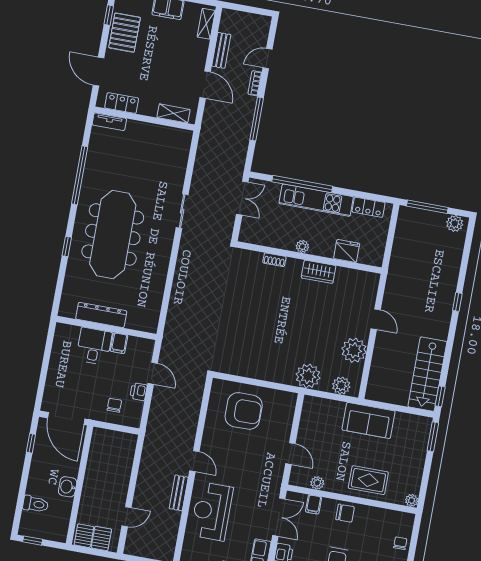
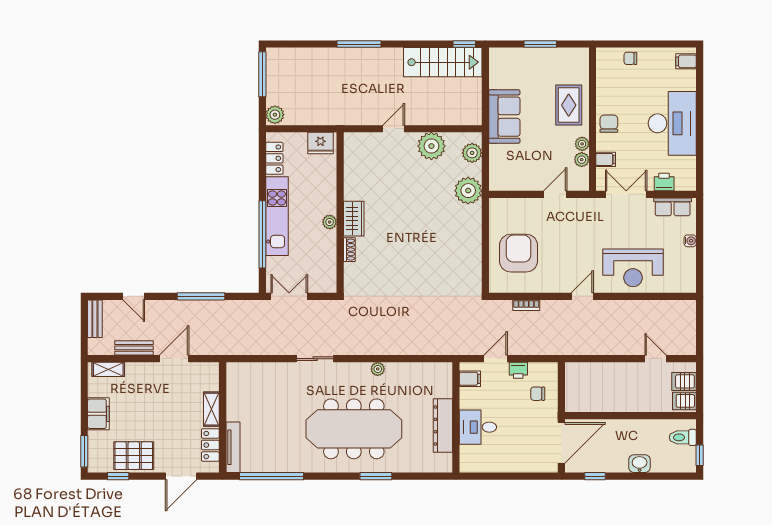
bookcase: (255, 83) -> (526, 305), moved
shelving: (173, 113) -> (211, 409), moved
tv unit: (109, 122) -> (233, 447), width x1.41
window: (80, 175) -> (272, 476), moved
window: (427, 207) -> (262, 74), moved
plant: (455, 223) -> (275, 115), moved
window: (67, 247) -> (376, 476), width x1.50
fridge: (347, 251) -> (320, 143), moved, turned -90
plant: (163, 266) -> (378, 369), added
wardrobe: (319, 272) -> (354, 219), moved
window: (457, 302) -> (359, 44), width x2.17
filing cabinet: (119, 343) -> (470, 379), moved
window: (433, 437) -> (540, 44), moved
washbasin: (68, 487) -> (640, 464), moved, turned 180
bench: (179, 493) -> (95, 319), moved, turned 90
plant: (412, 500) -> (582, 144), moved
toilet: (36, 504) -> (683, 437), moved, turned -90

